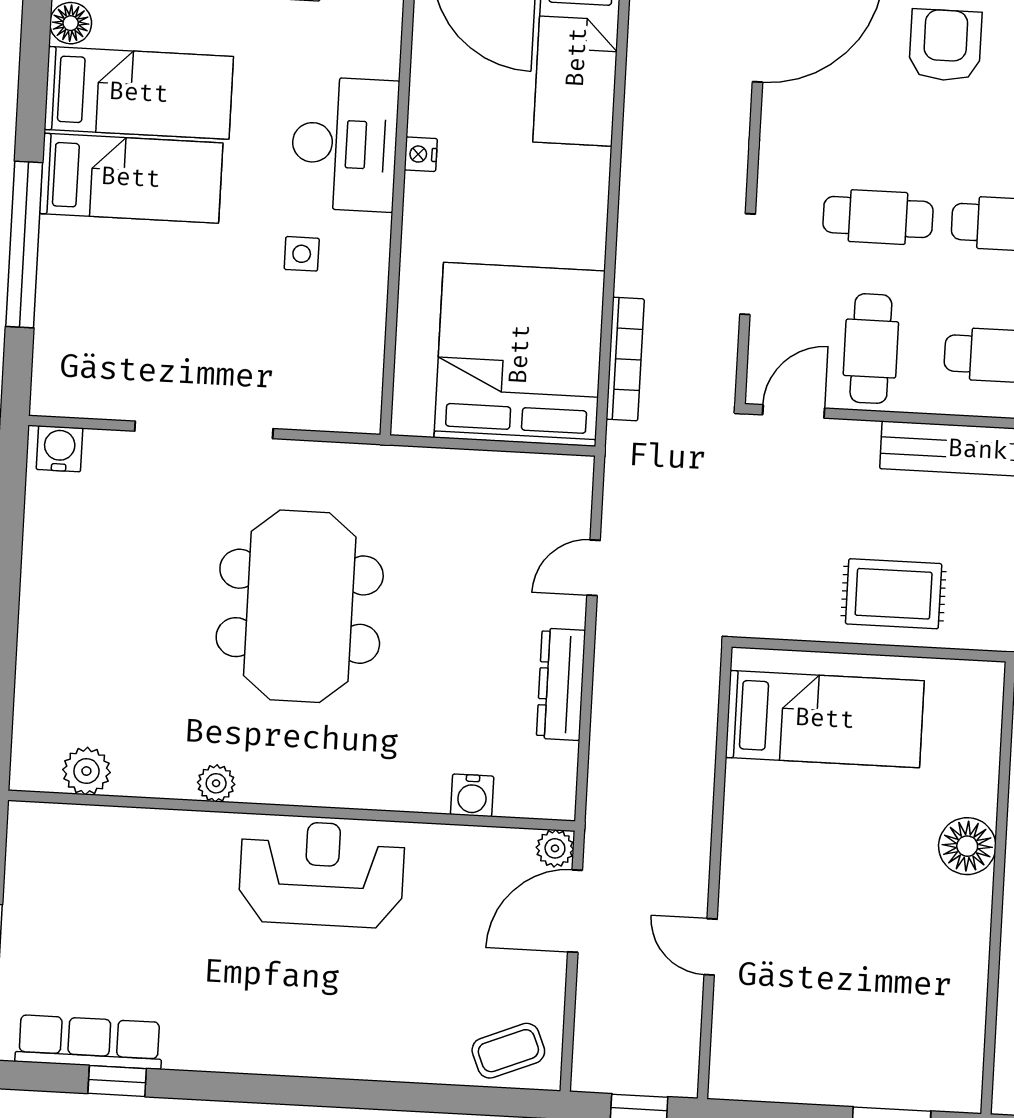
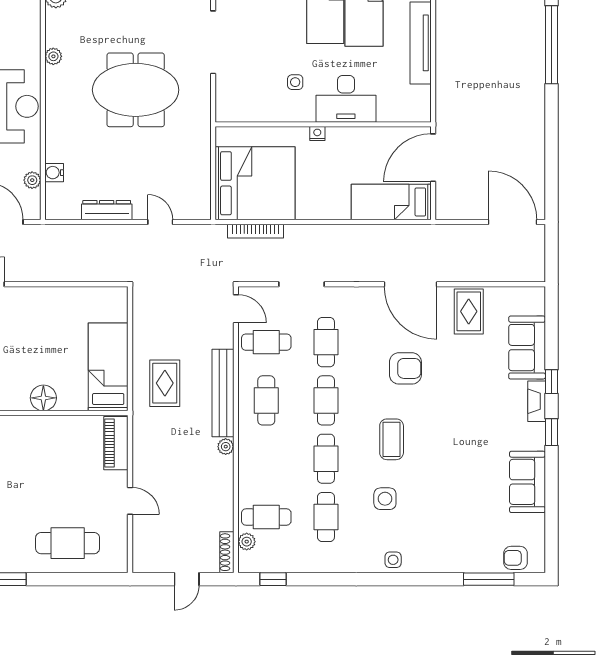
nightstand: (421, 154) -> (317, 134), moved
rug: (894, 594) -> (165, 383), moved
bed: (825, 719) -> (108, 367), moved, turned 180
plant: (555, 848) -> (32, 180), moved

